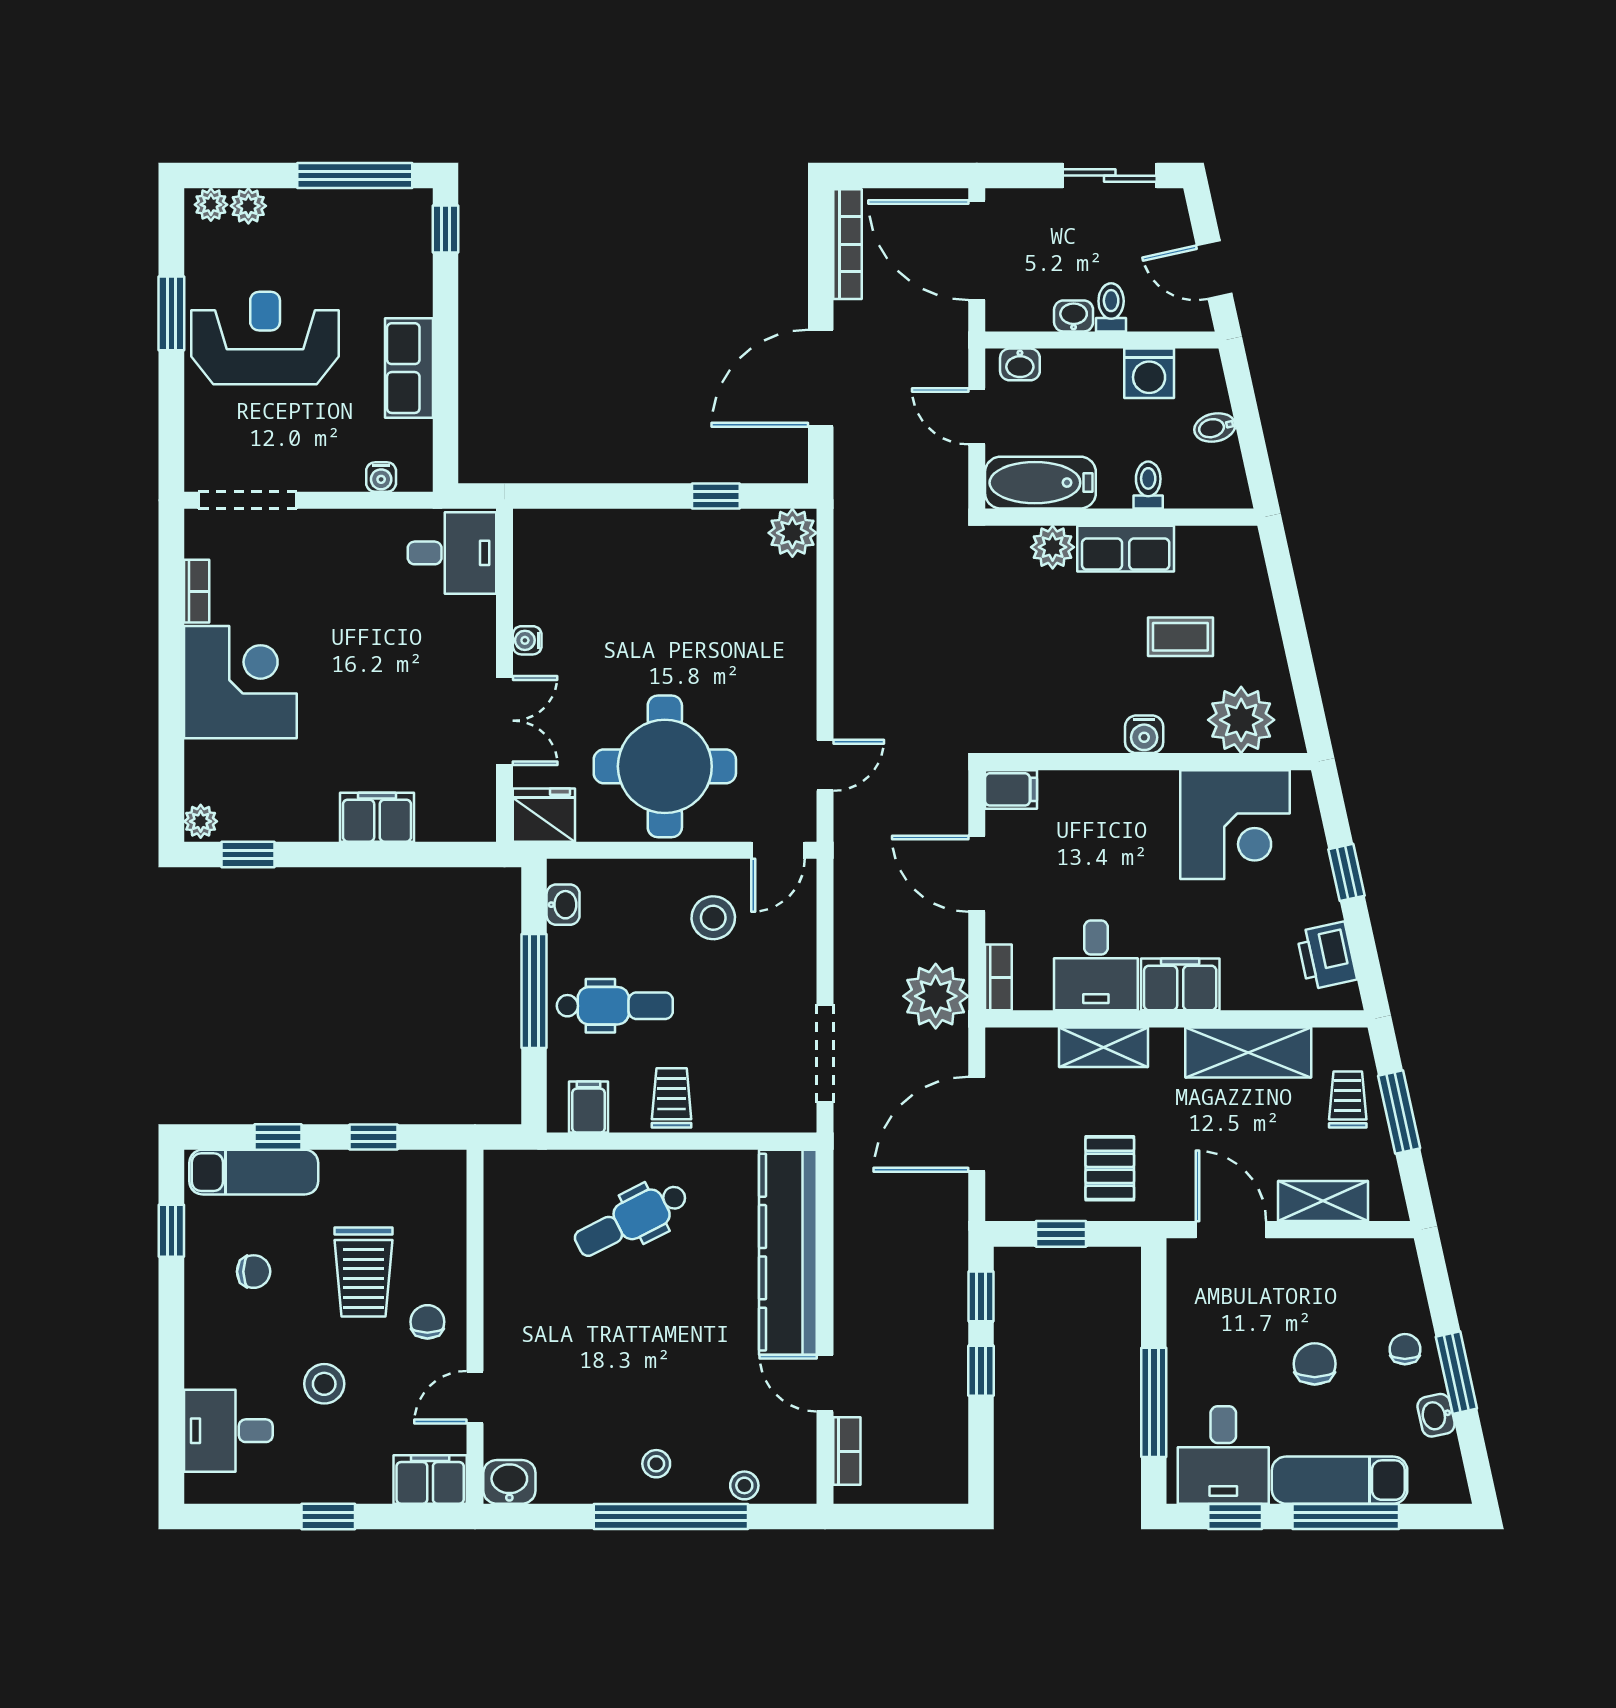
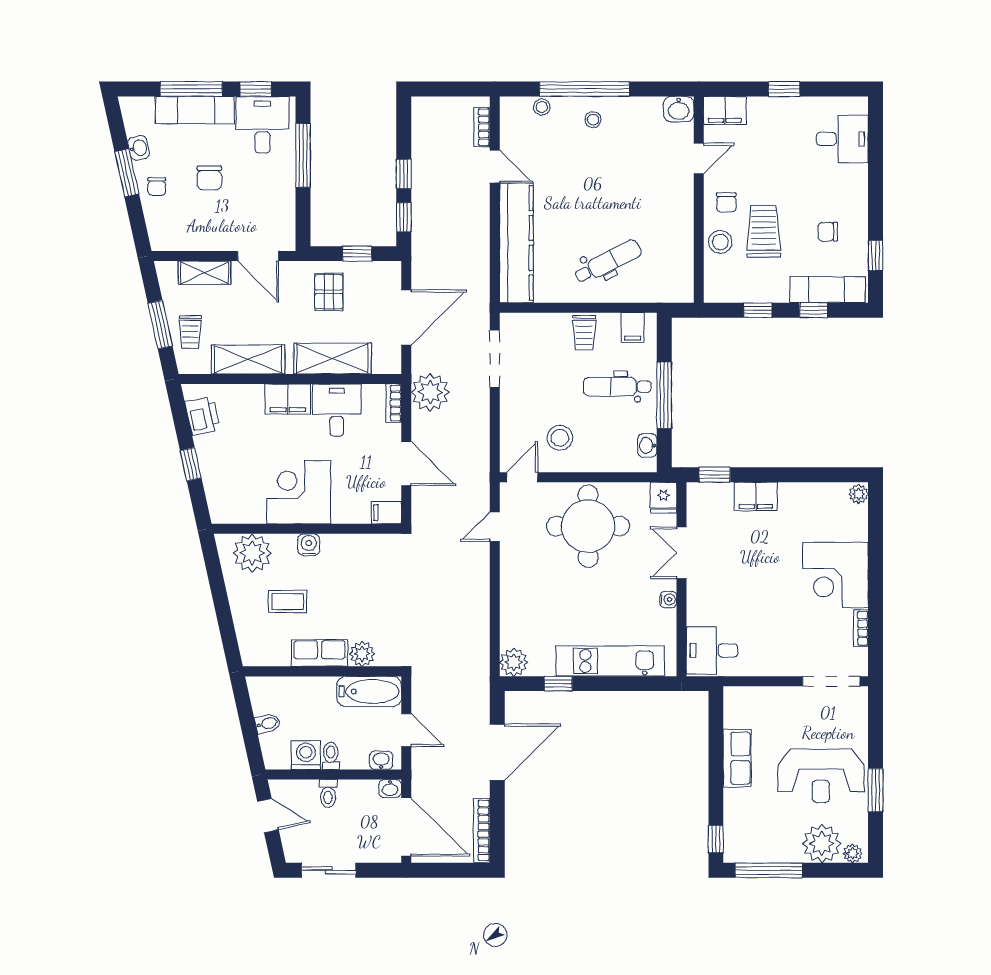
plant: (248, 206) -> (822, 844), width x1.88, depth x1.88
washbasin: (1074, 316) -> (390, 789), moved
water cooler: (381, 477) -> (753, 695), removed
toilet: (1148, 485) -> (331, 756), moved, turned 180
kitchen unit: (627, 535) -> (610, 661), added
fridge: (544, 815) -> (664, 498), width x0.72
corner desk: (1235, 825) -> (299, 492), moved
window: (248, 854) -> (715, 475), moved
shelving: (1103, 1047) -> (332, 359), width x1.50, depth x1.33
stool: (324, 1384) -> (720, 242), moved

